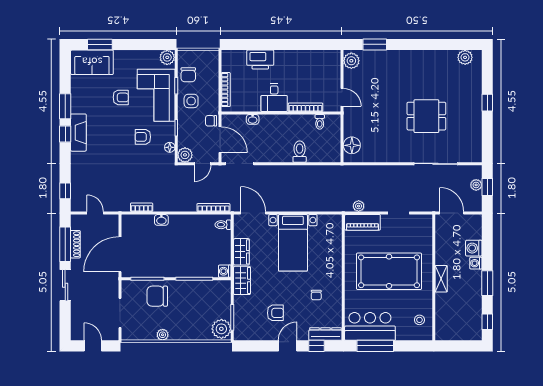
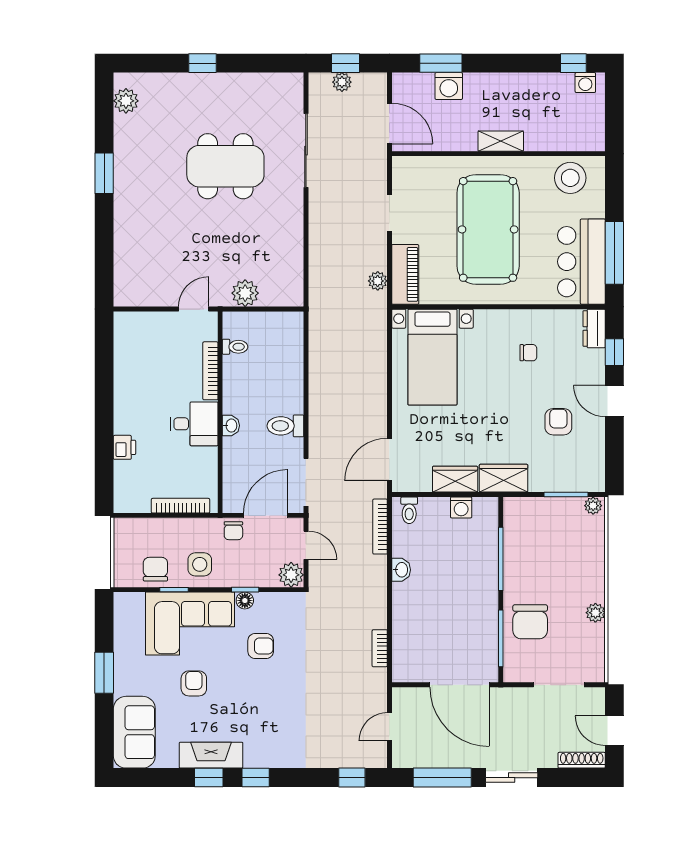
window: (100, 44) -> (104, 673), moved
window: (375, 44) -> (104, 173), moved
plant: (167, 57) -> (126, 605), removed
printer: (260, 60) -> (124, 447), width x0.53, depth x0.68
plant: (351, 61) -> (245, 293), moved
chair: (188, 75) -> (155, 569), turned -90
window: (65, 106) -> (209, 778), width x0.67
dining table: (426, 116) -> (225, 166), width x1.38
washbasin: (253, 119) -> (231, 426), moved
fireplace: (78, 133) -> (211, 755), moved
armchair: (143, 137) -> (261, 646), turned -90
floor lamp: (352, 145) -> (275, 292), removed
floor lamp: (170, 147) -> (245, 601), moved
toilet: (300, 152) -> (285, 426), moved
door: (452, 213) -> (389, 123), swing flipped
washbasin: (161, 220) -> (401, 570), moved
bed with nightstands: (293, 243) -> (432, 357), moved, turned 90
shoe rack: (75, 244) -> (582, 760), moved
washing machine: (476, 263) -> (585, 83), moved
washing machine: (225, 271) -> (461, 507), moved
window: (487, 283) -> (441, 63), moved
stool: (419, 320) -> (570, 178), width x1.89, depth x1.89
plant: (221, 329) -> (593, 506), width x0.53, depth x0.53
dresser: (325, 334) -> (594, 328), width x0.70
door: (93, 346) -> (614, 731), hinge flipped

